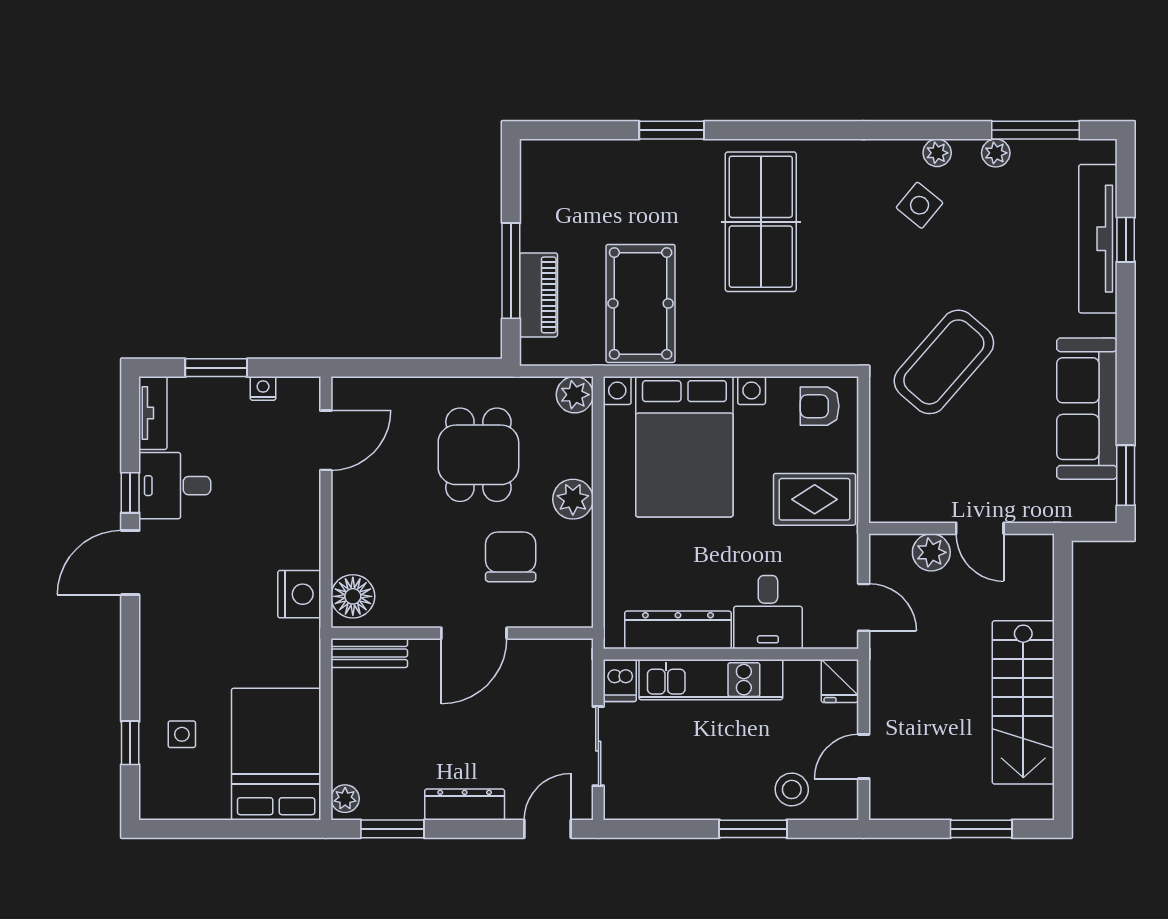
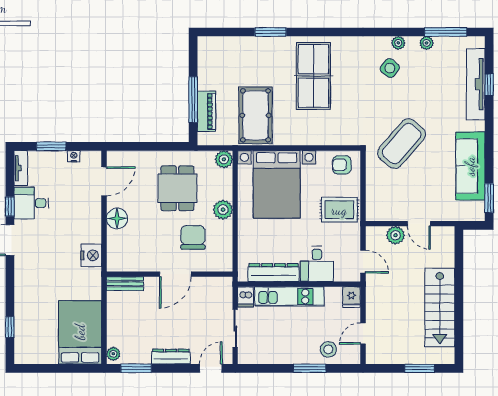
floor lamp: (353, 596) -> (117, 218), moved
side table: (182, 734) -> (35, 323), removed

